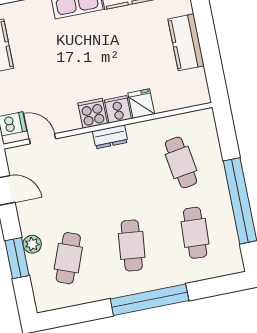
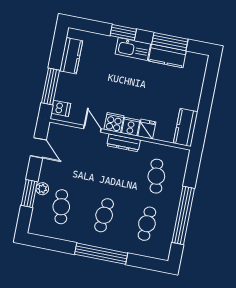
kitchen counter: (186, 42) -> (186, 128), moved
dresser: (110, 137) -> (124, 143), width x1.44
door: (42, 139) -> (92, 129), moved
cafe table: (68, 258) -> (61, 207), turned -30

